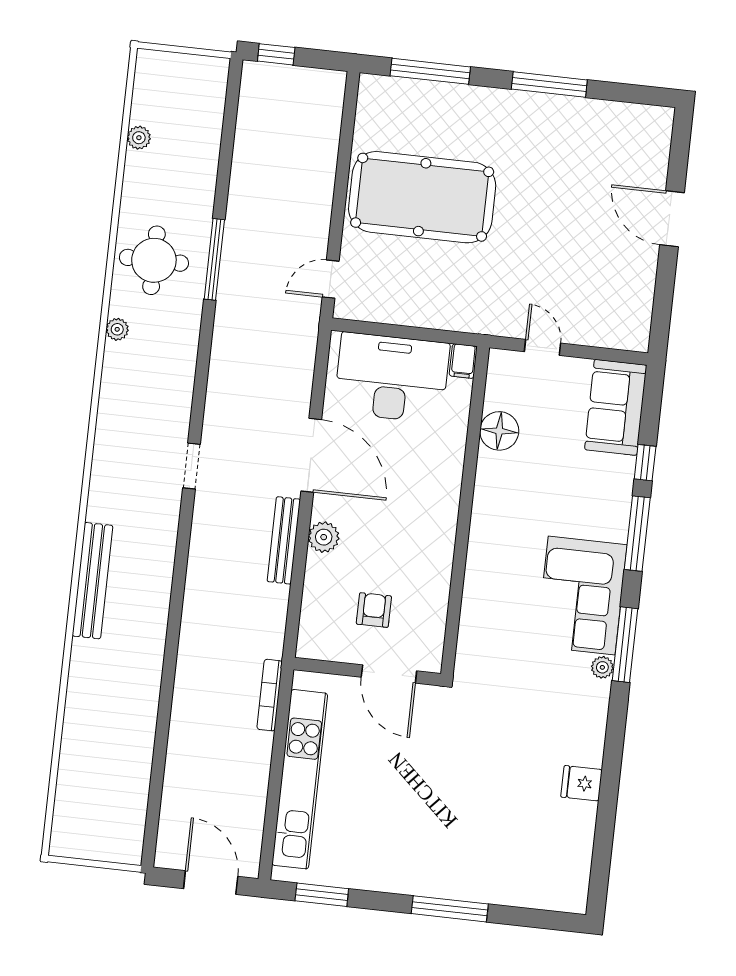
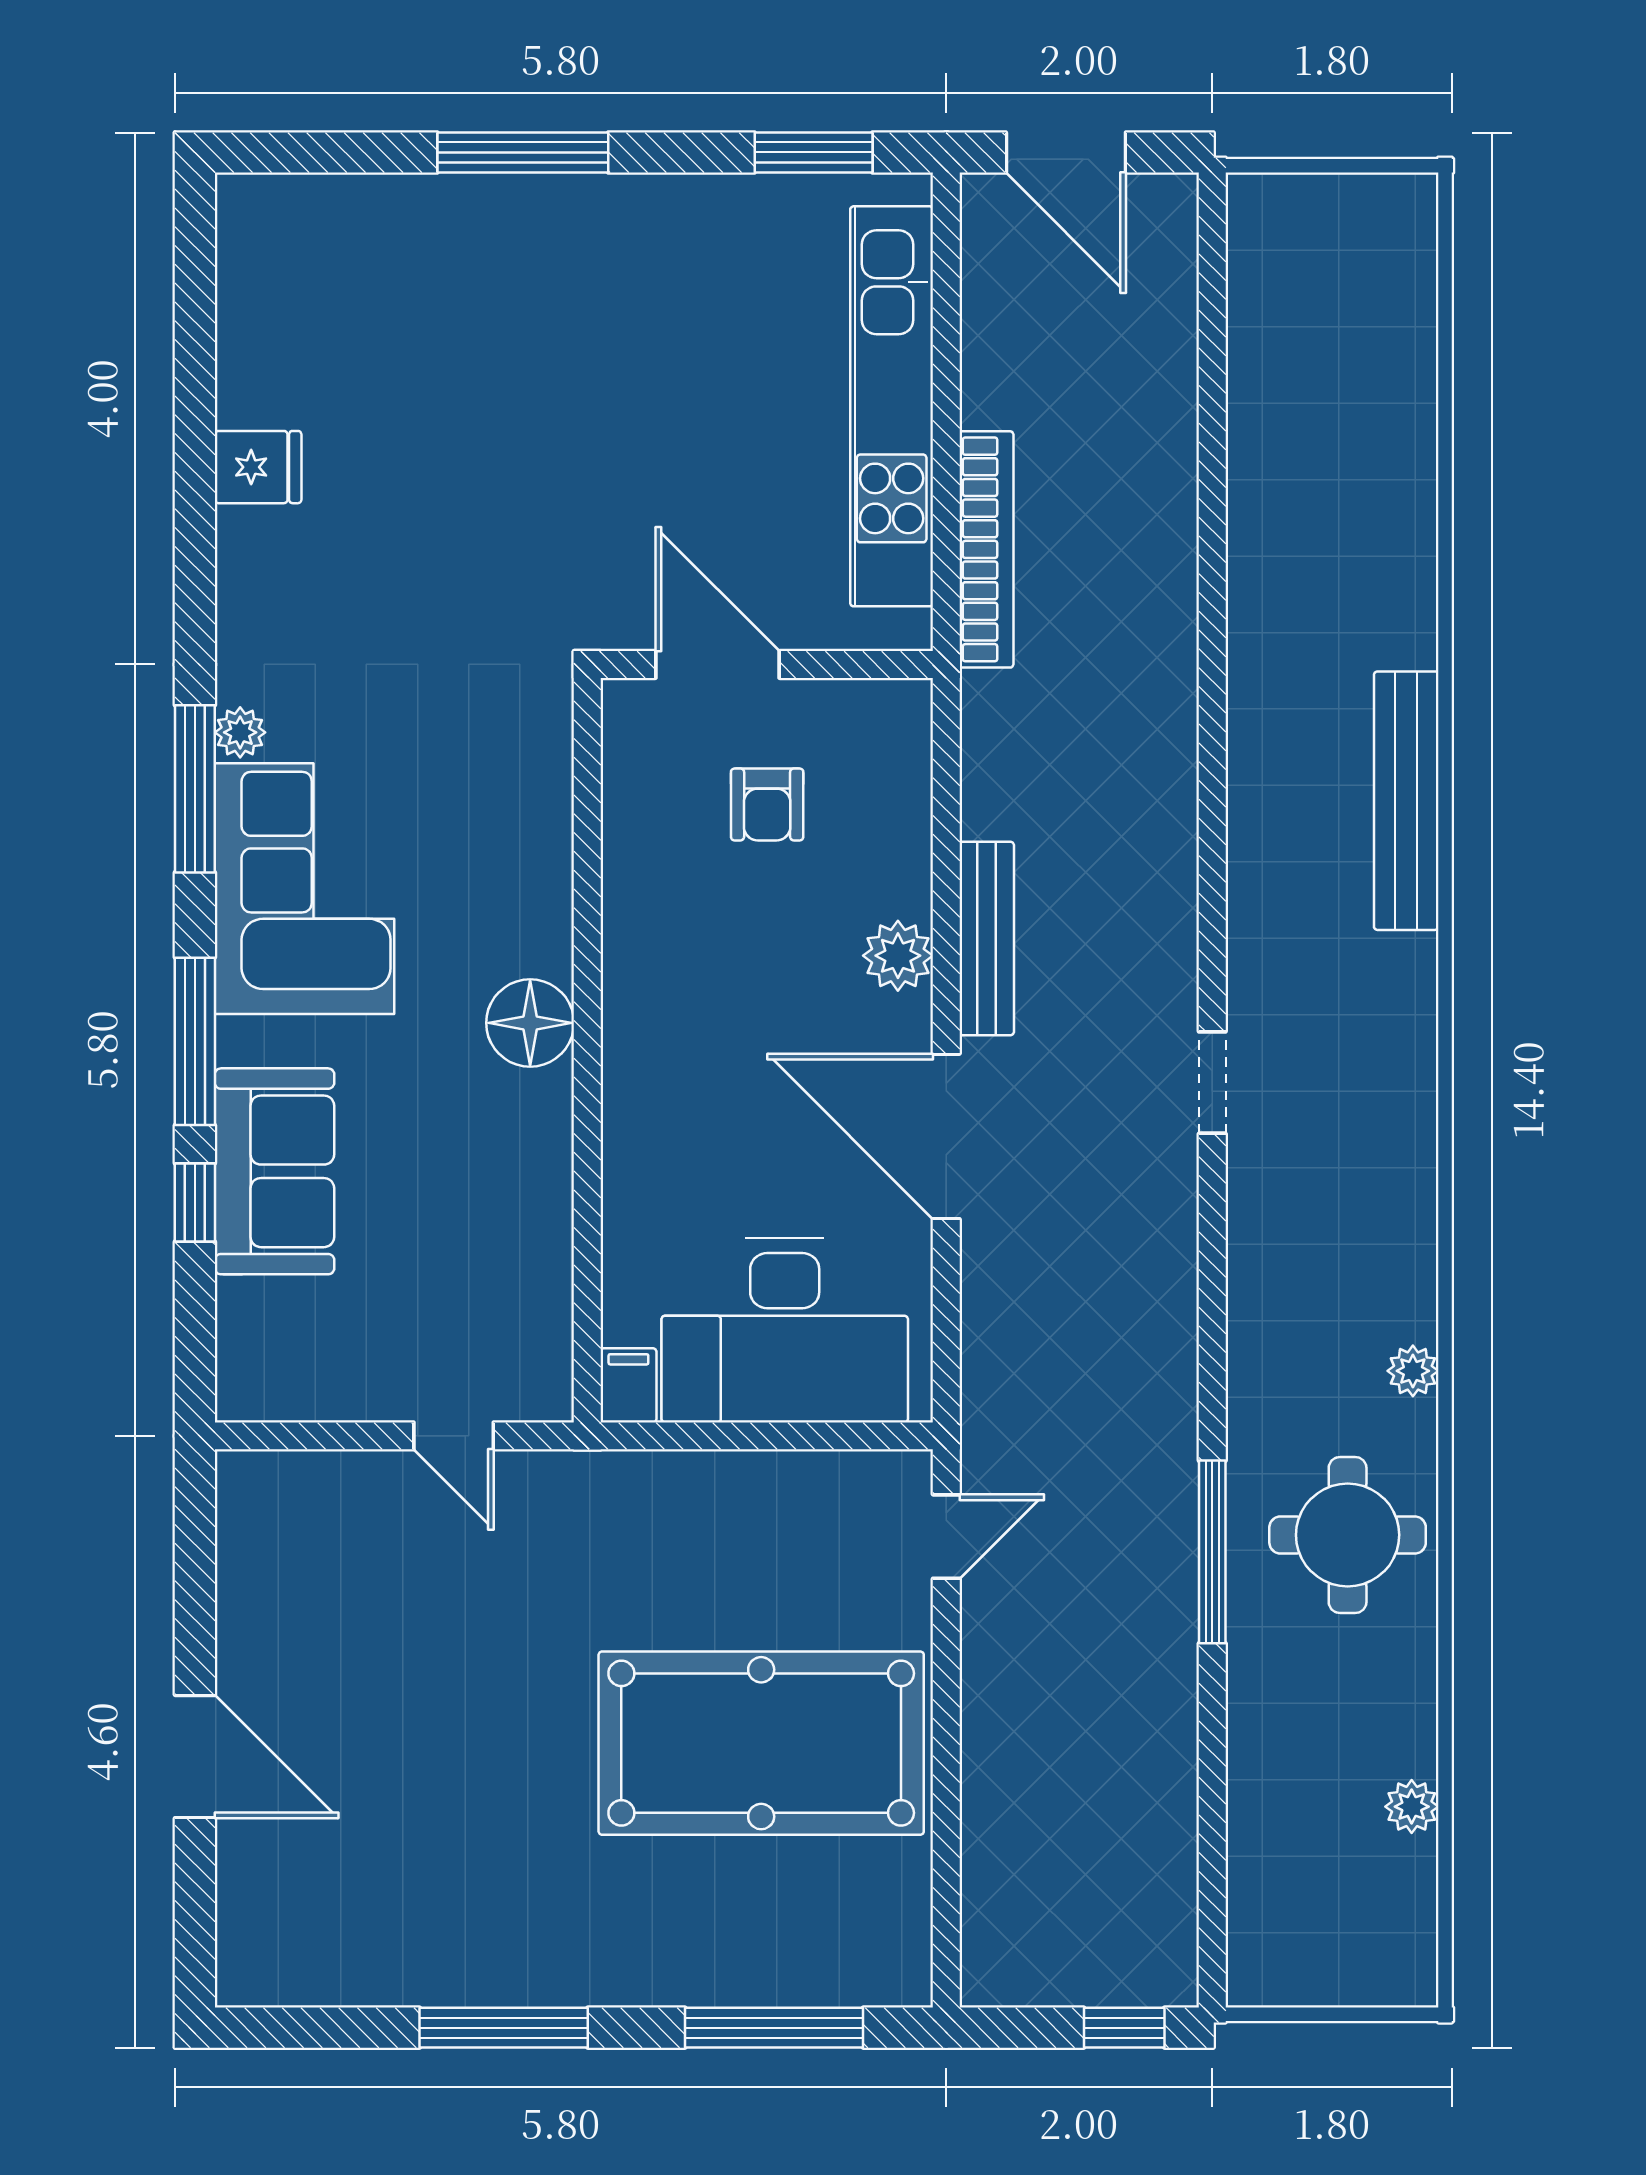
sofa: (616, 407) -> (274, 1171), moved
floor lamp: (499, 431) -> (530, 1023), moved
bookcase: (270, 695) -> (986, 549), width x1.48, depth x1.31

